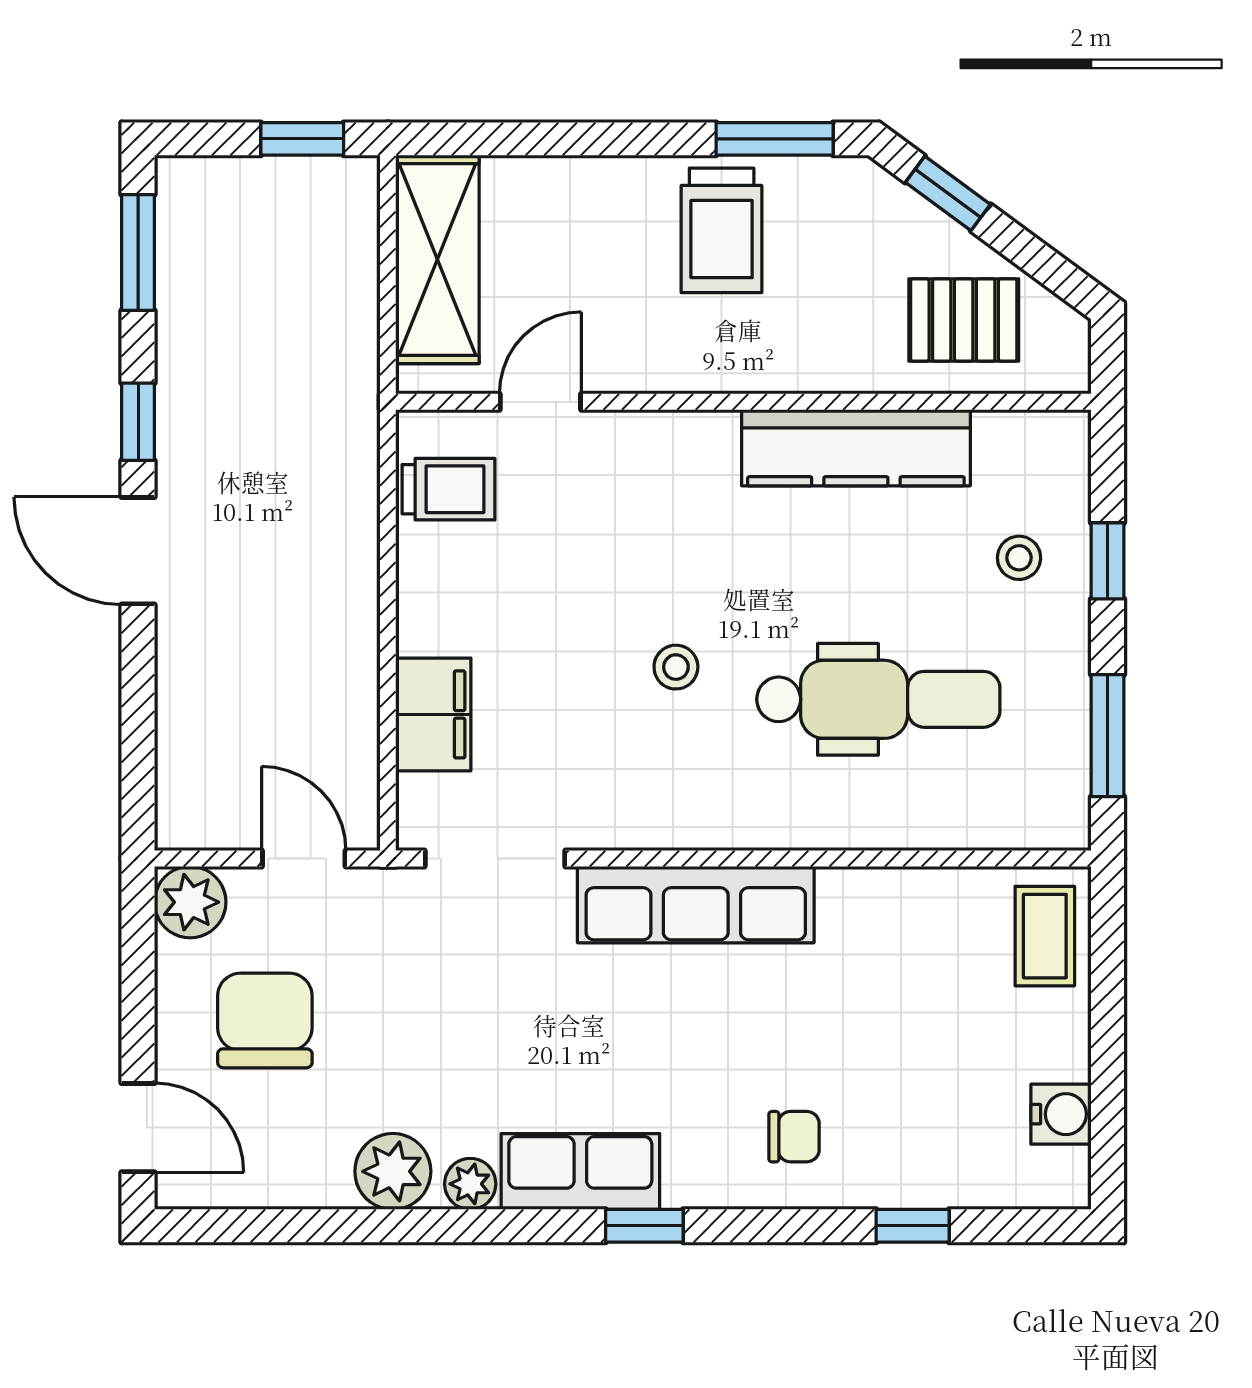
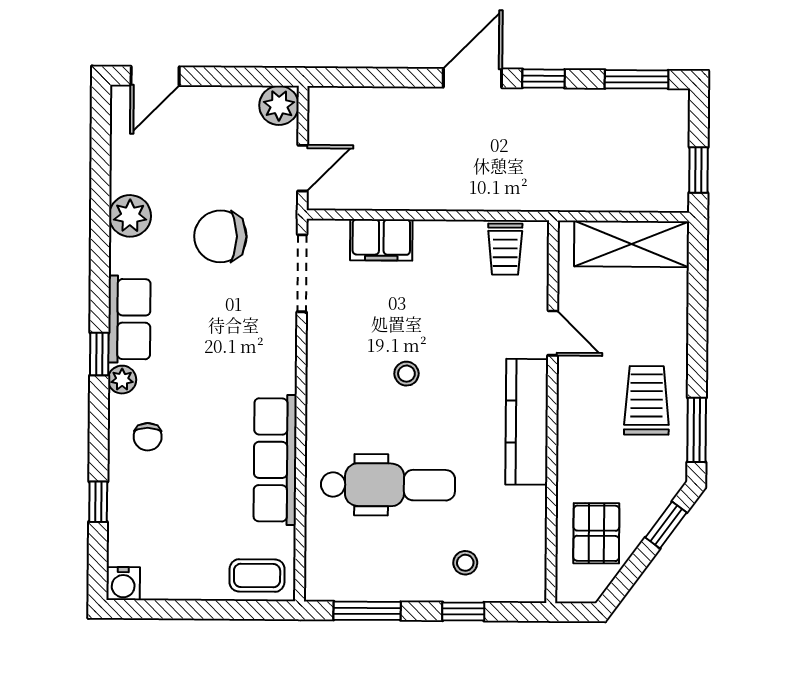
trolley: (722, 230) -> (647, 400), turned 90
door: (540, 402) -> (553, 333), moved
kitchen counter: (856, 448) -> (527, 422), moved
dental chair: (878, 699) -> (388, 485), turned -90
row of seats: (696, 905) -> (275, 460), moved
chair: (265, 1020) -> (220, 236), moved, turned 180
water cooler: (1061, 1114) -> (123, 584), moved
plant: (470, 1184) -> (122, 380), moved

